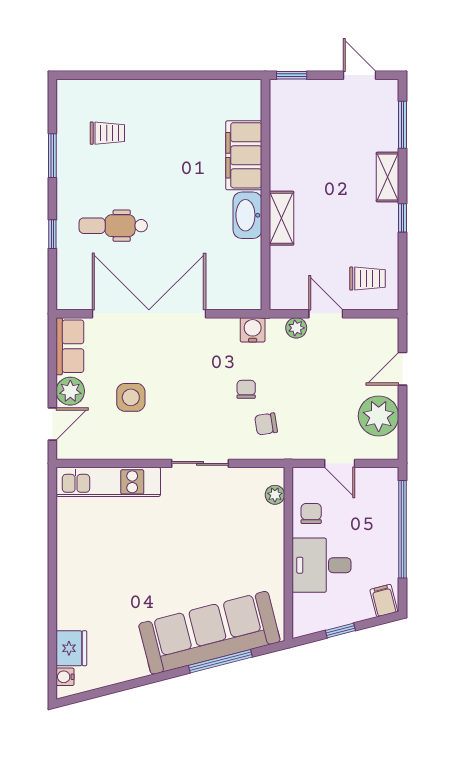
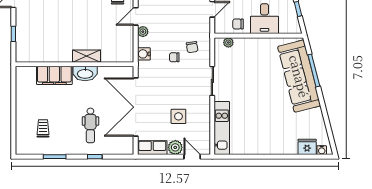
filing cabinet: (244, 155) -> (54, 75), moved
wall: (265, 194) -> (74, 64), moved
washbasin: (247, 215) -> (85, 74), moved
shelving: (281, 218) -> (87, 56), moved

